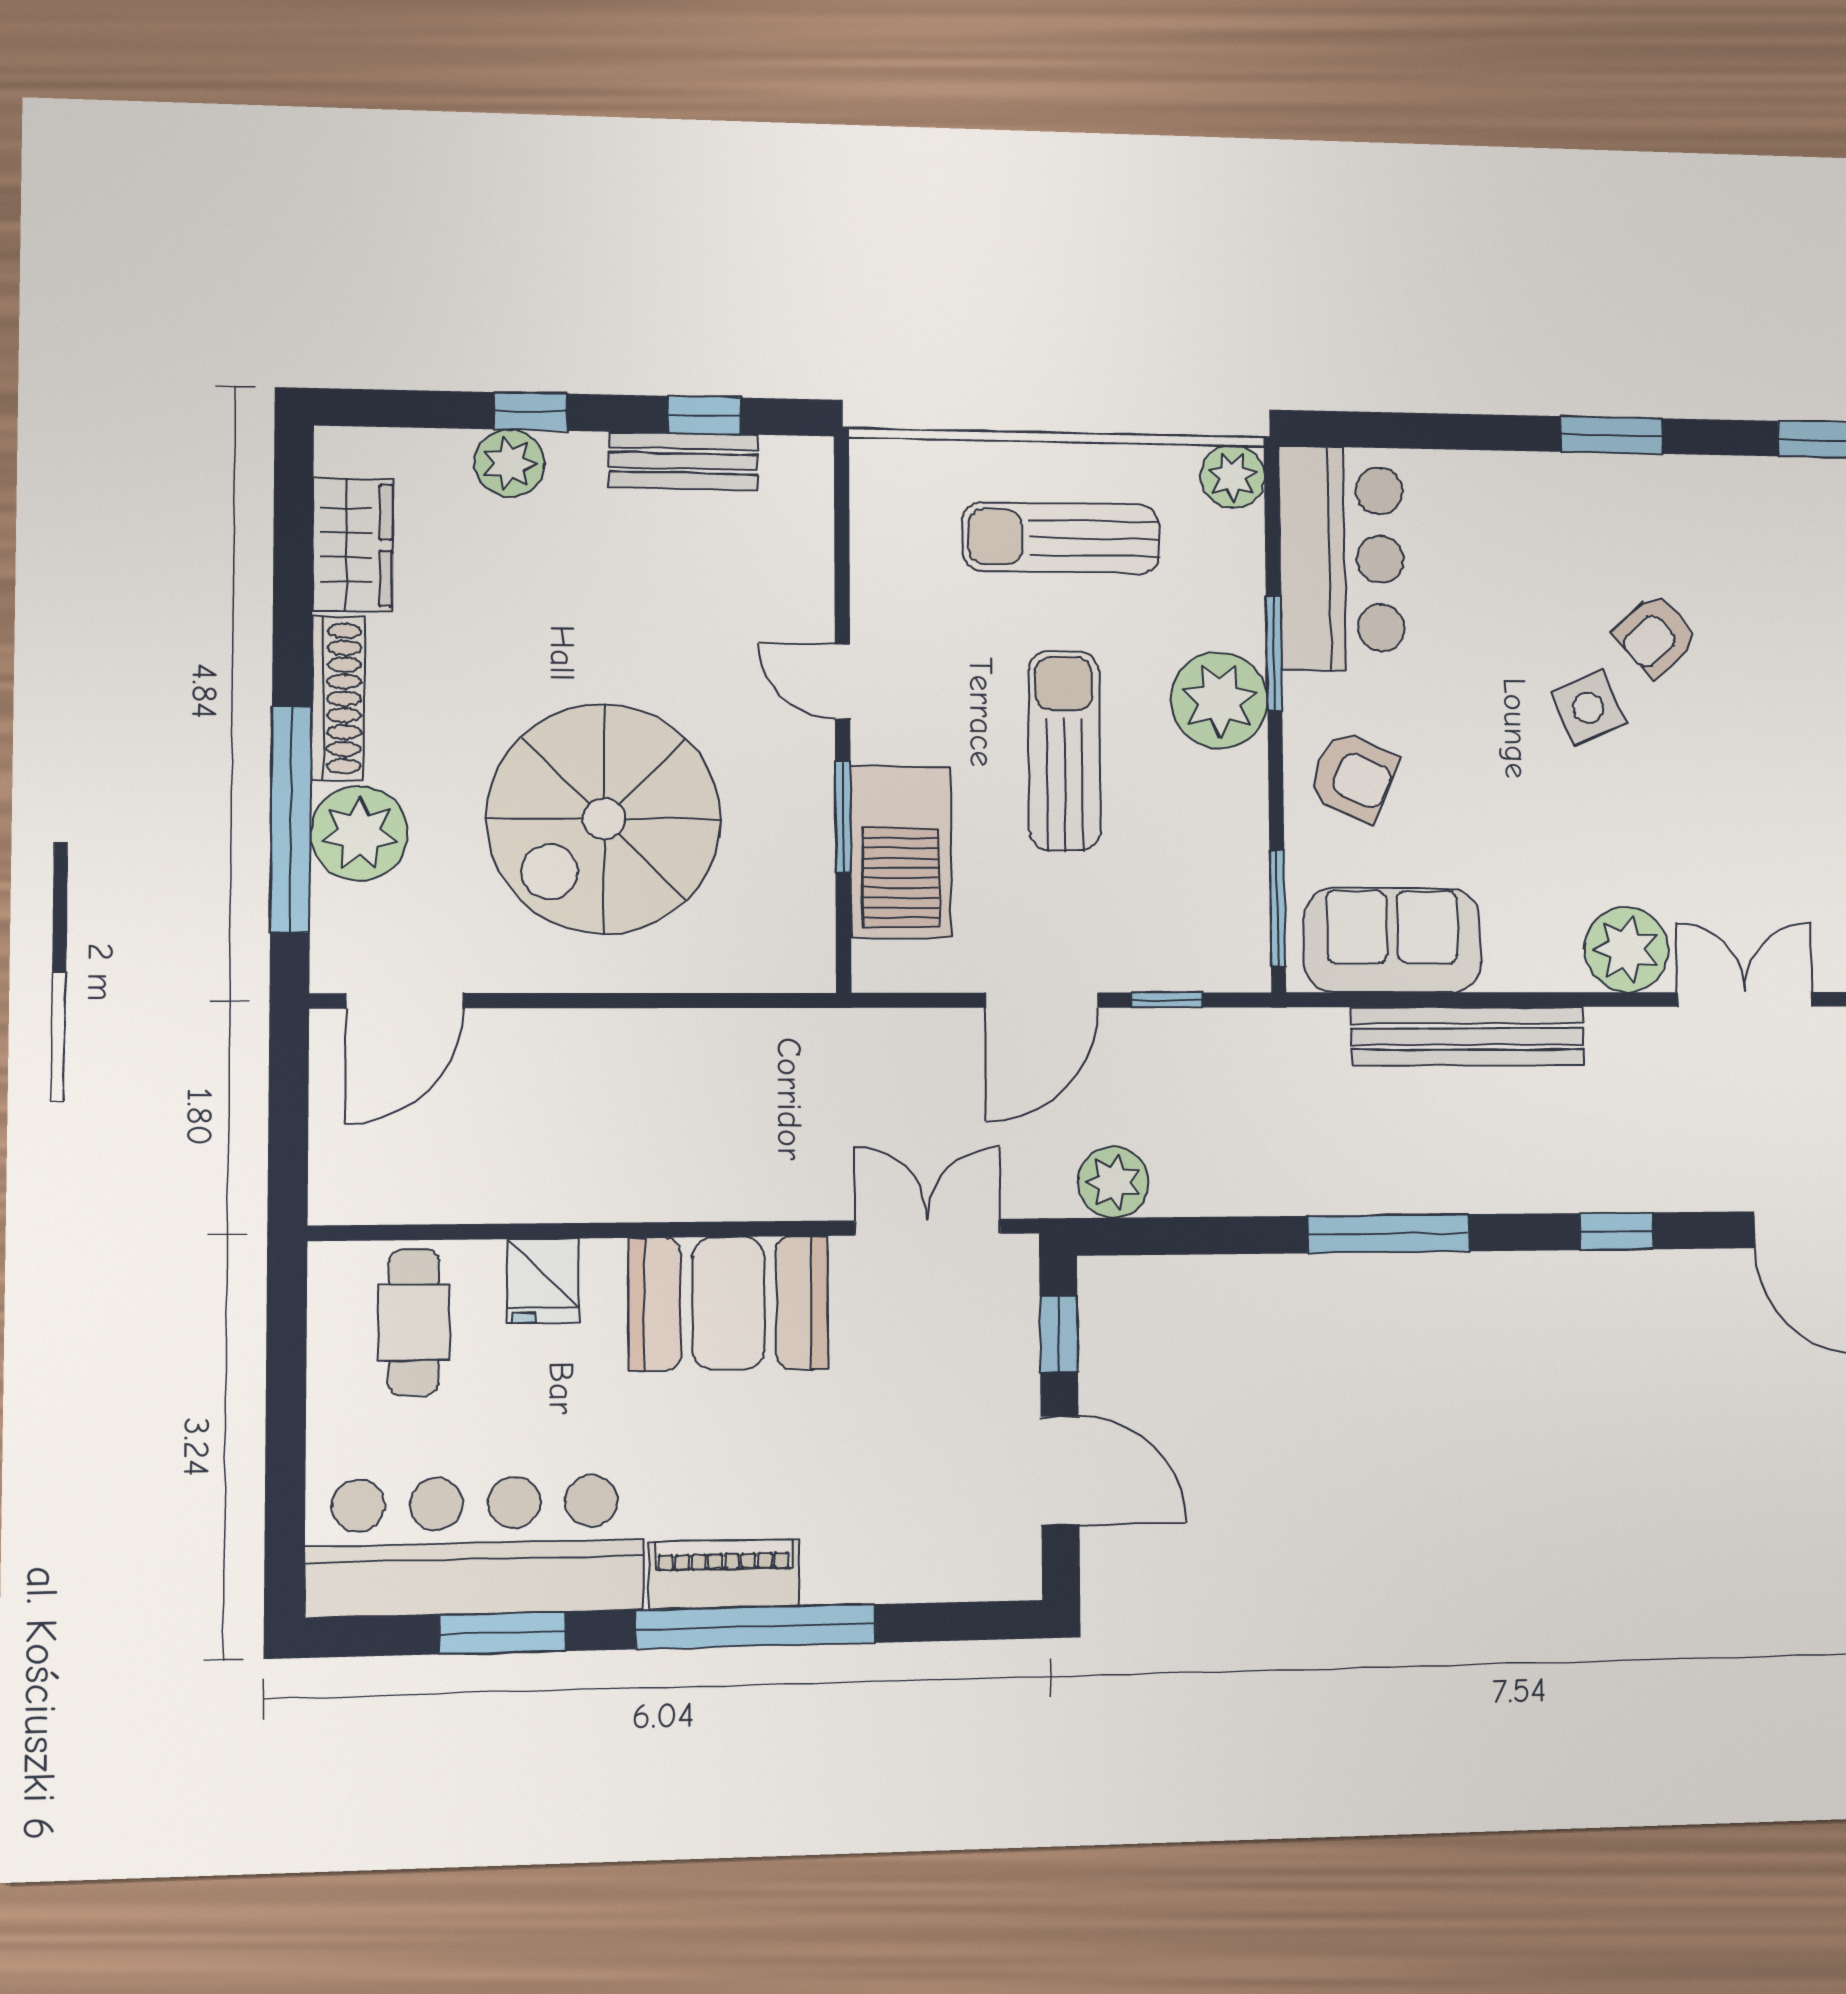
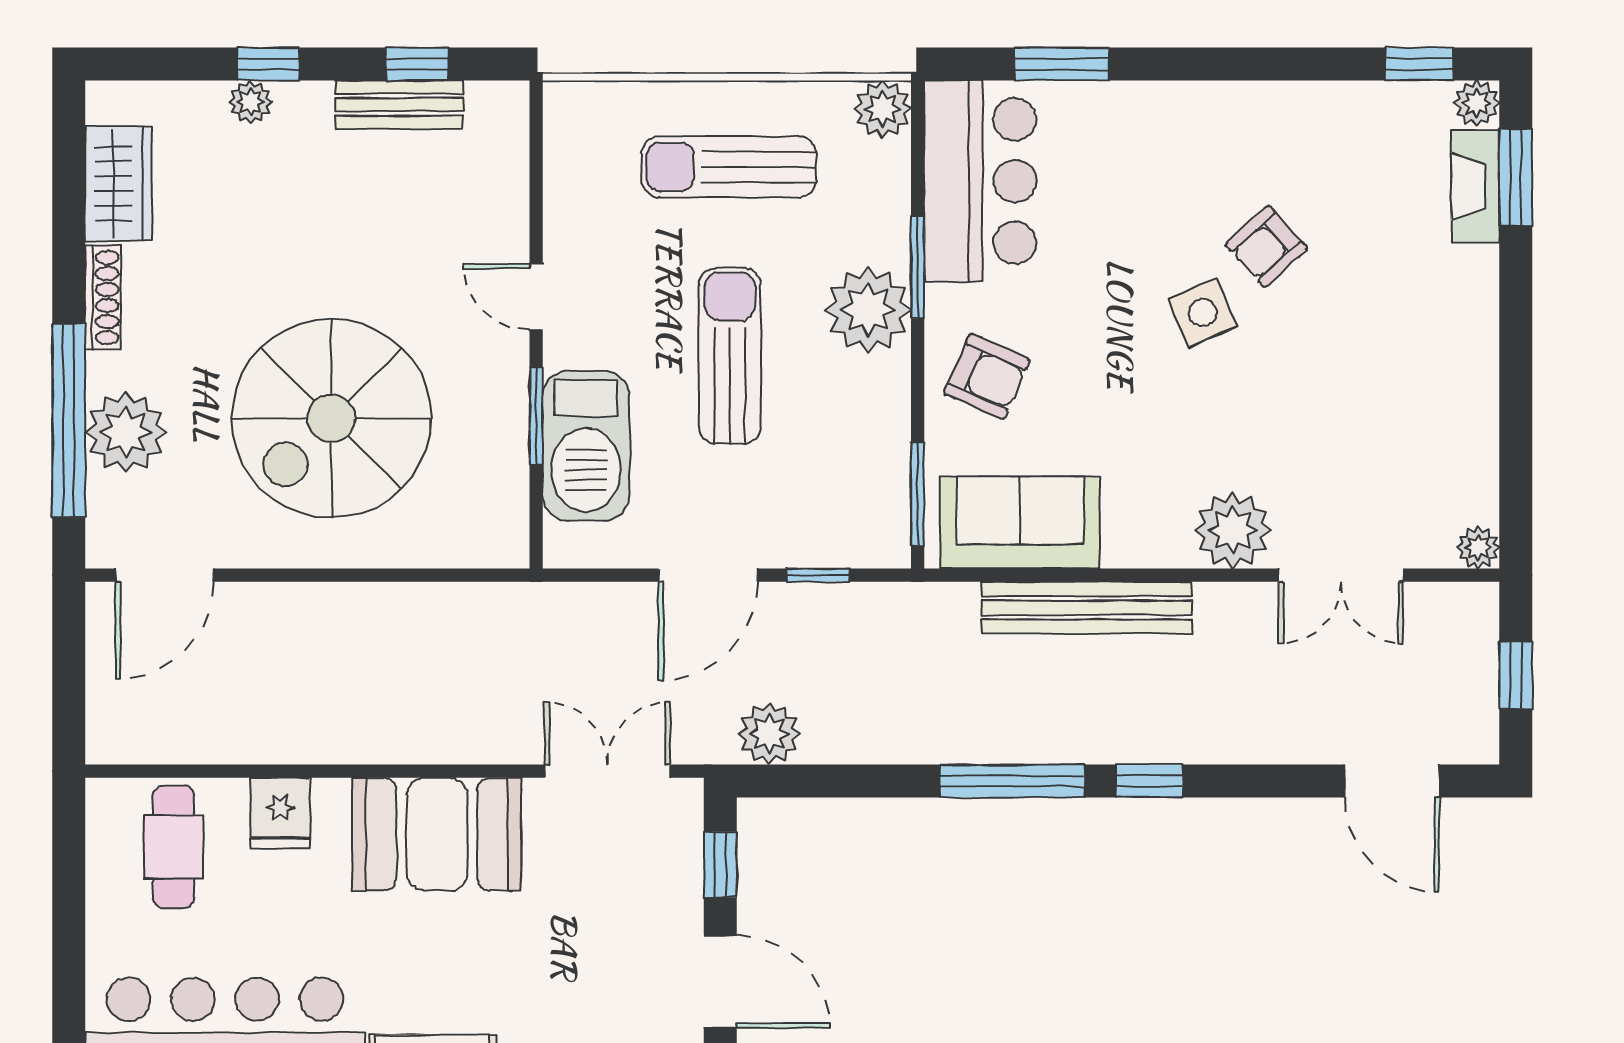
window: (1612, 435) -> (1062, 64), moved
plant: (510, 463) -> (250, 102), width x0.73, depth x0.73
shoe rack: (338, 698) -> (103, 298), width x0.74, depth x0.81
double door: (1745, 999) -> (1341, 575), swing flipped
window: (1617, 1231) -> (1149, 781), moved

